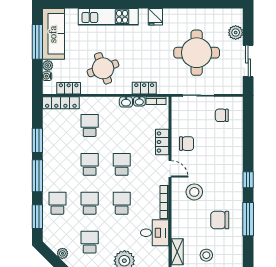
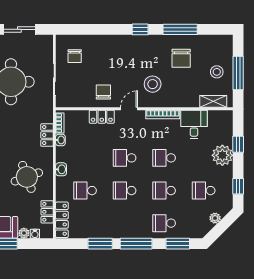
washbasin: (126, 102) -> (61, 169), moved

